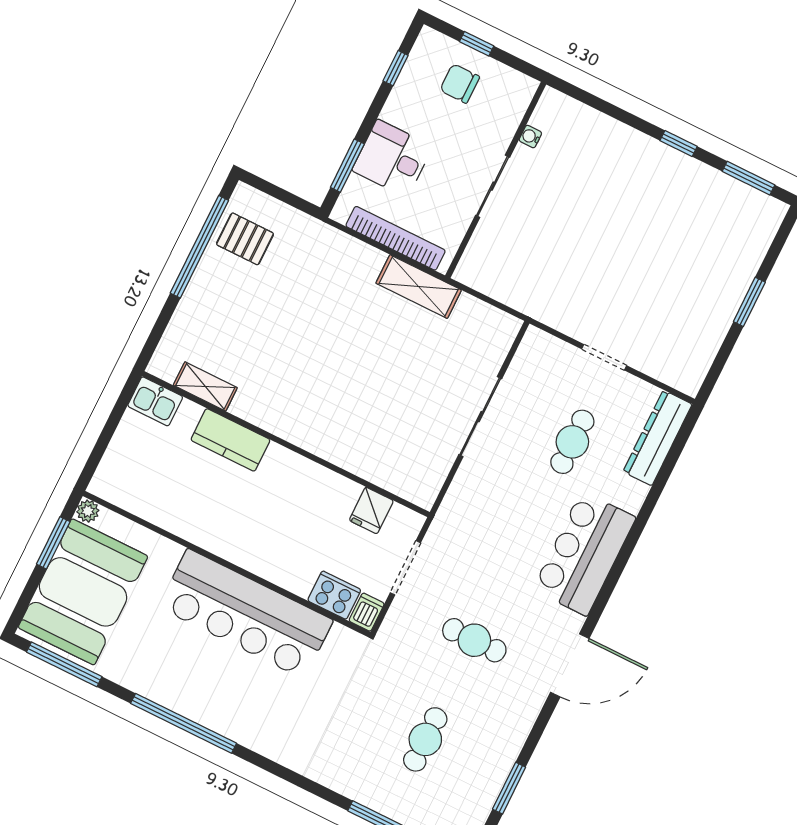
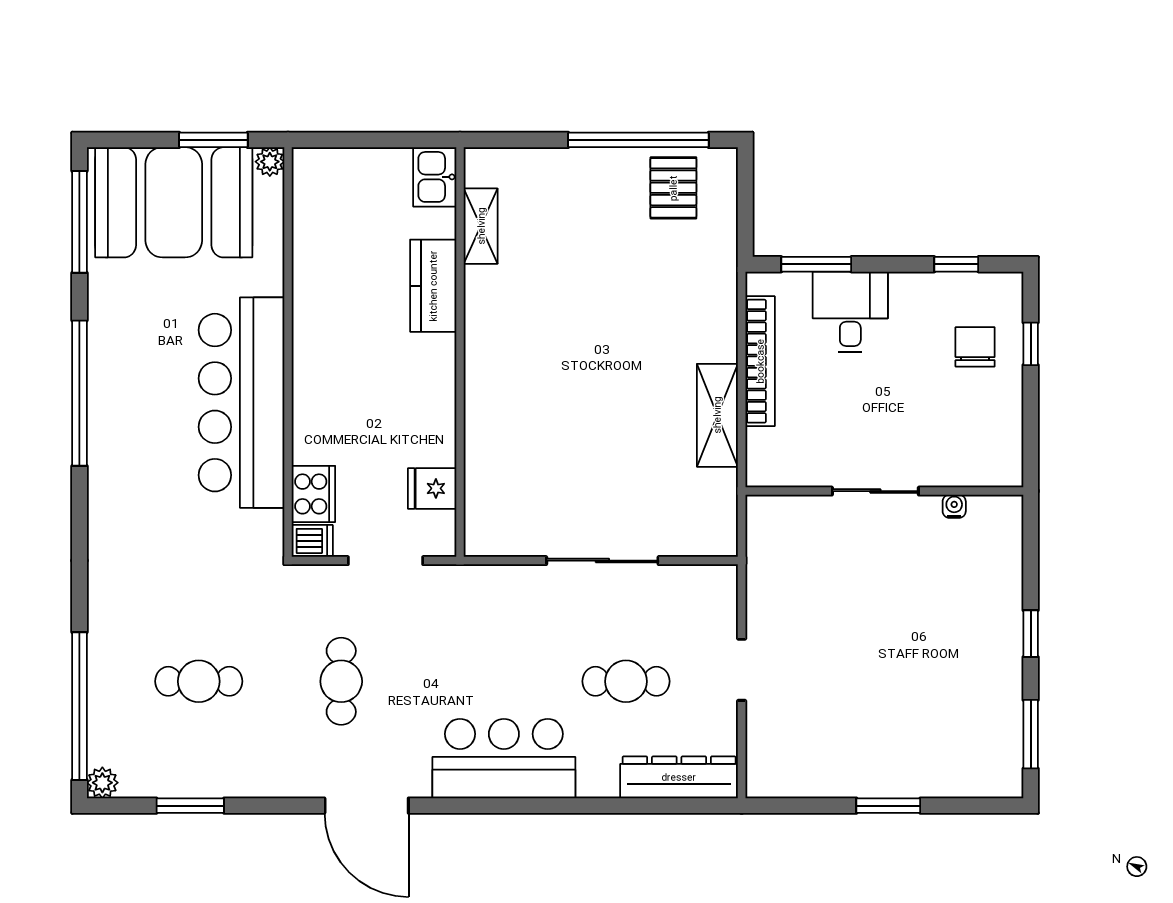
water cooler: (530, 137) -> (954, 506), moved
wall: (496, 180) -> (884, 491), moved
sliding door: (493, 186) -> (875, 491), moved

